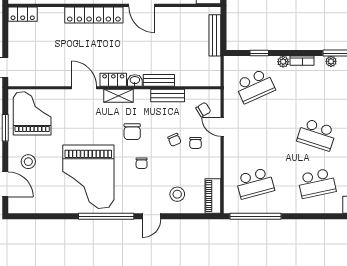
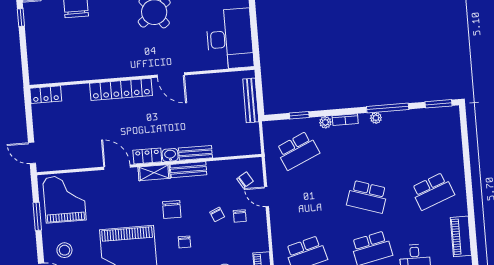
bench: (168, 96) -> (188, 170), moved

